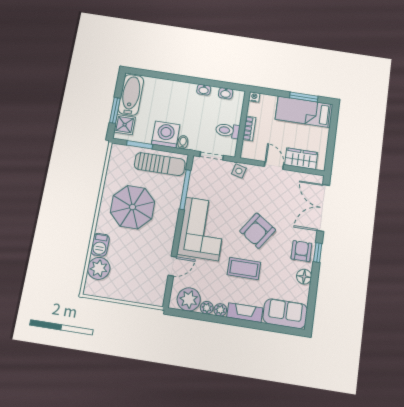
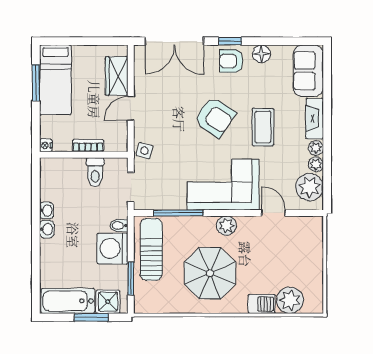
washbasin: (226, 93) -> (47, 229), moved
plant: (169, 226) -> (226, 226), added

